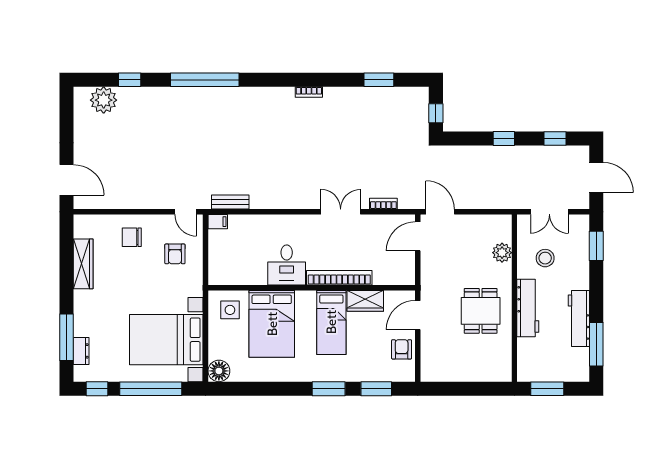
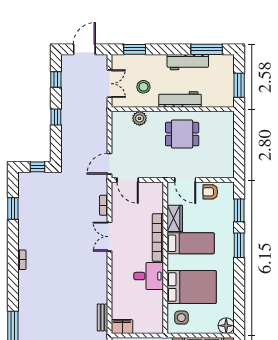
filing cabinet: (218, 222) -> (122, 327), width x2.00

